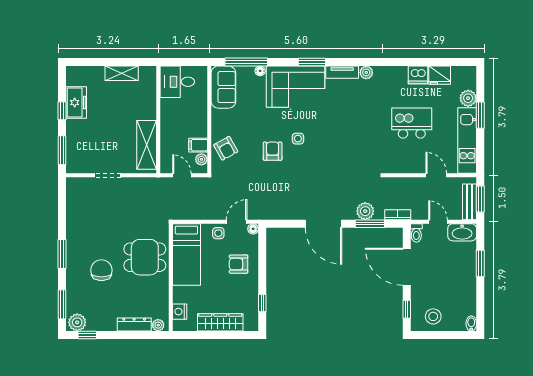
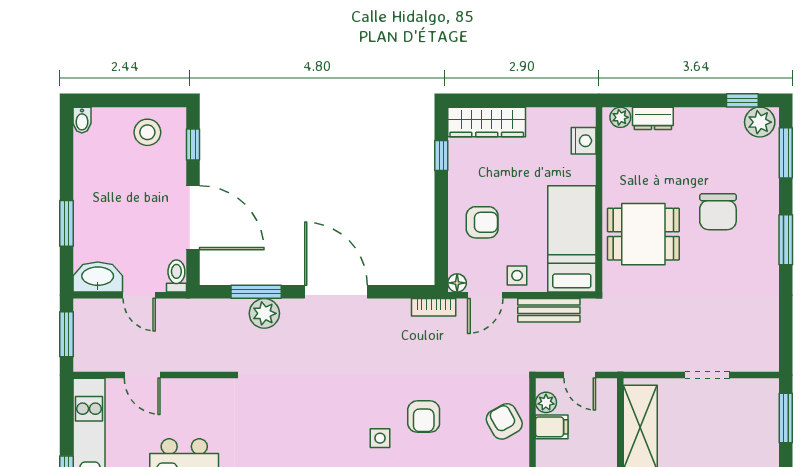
bench: (470, 202) -> (549, 310), moved, turned 90
bookcase: (398, 215) -> (434, 307), moved
wardrobe: (220, 322) -> (487, 122), moved
dresser: (134, 325) -> (653, 118), width x0.70

